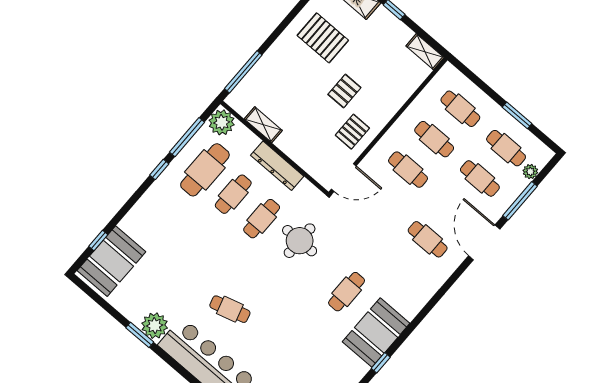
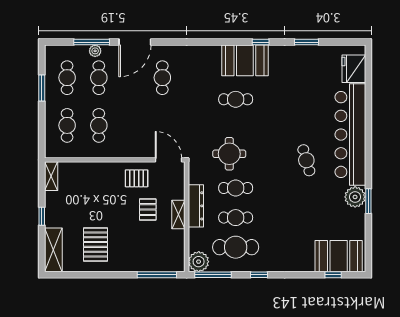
pallet: (344, 91) -> (148, 210), moved, turned 90
shelving: (263, 125) -> (178, 214), moved
window: (187, 137) -> (213, 275), moved
cafe table: (408, 170) -> (131, 125), removed
plant: (530, 172) -> (95, 51), moved

